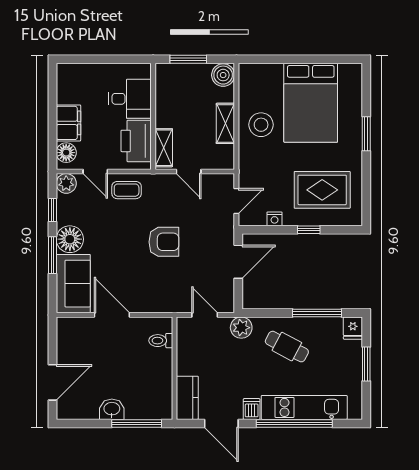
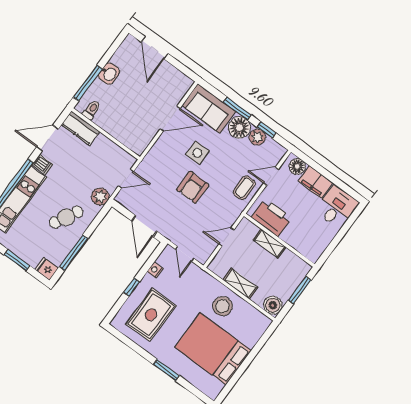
desk: (130, 99) -> (337, 207), moved, turned 180
shelving: (164, 148) -> (269, 243), moved
plant: (66, 183) -> (257, 137), moved
side table: (126, 263) -> (197, 153), added
toilet: (161, 341) -> (92, 110), moved

